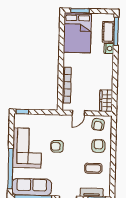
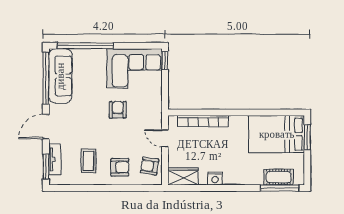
nightstand: (109, 48) -> (215, 179), moved
corner sofa: (27, 148) -> (134, 68), moved

